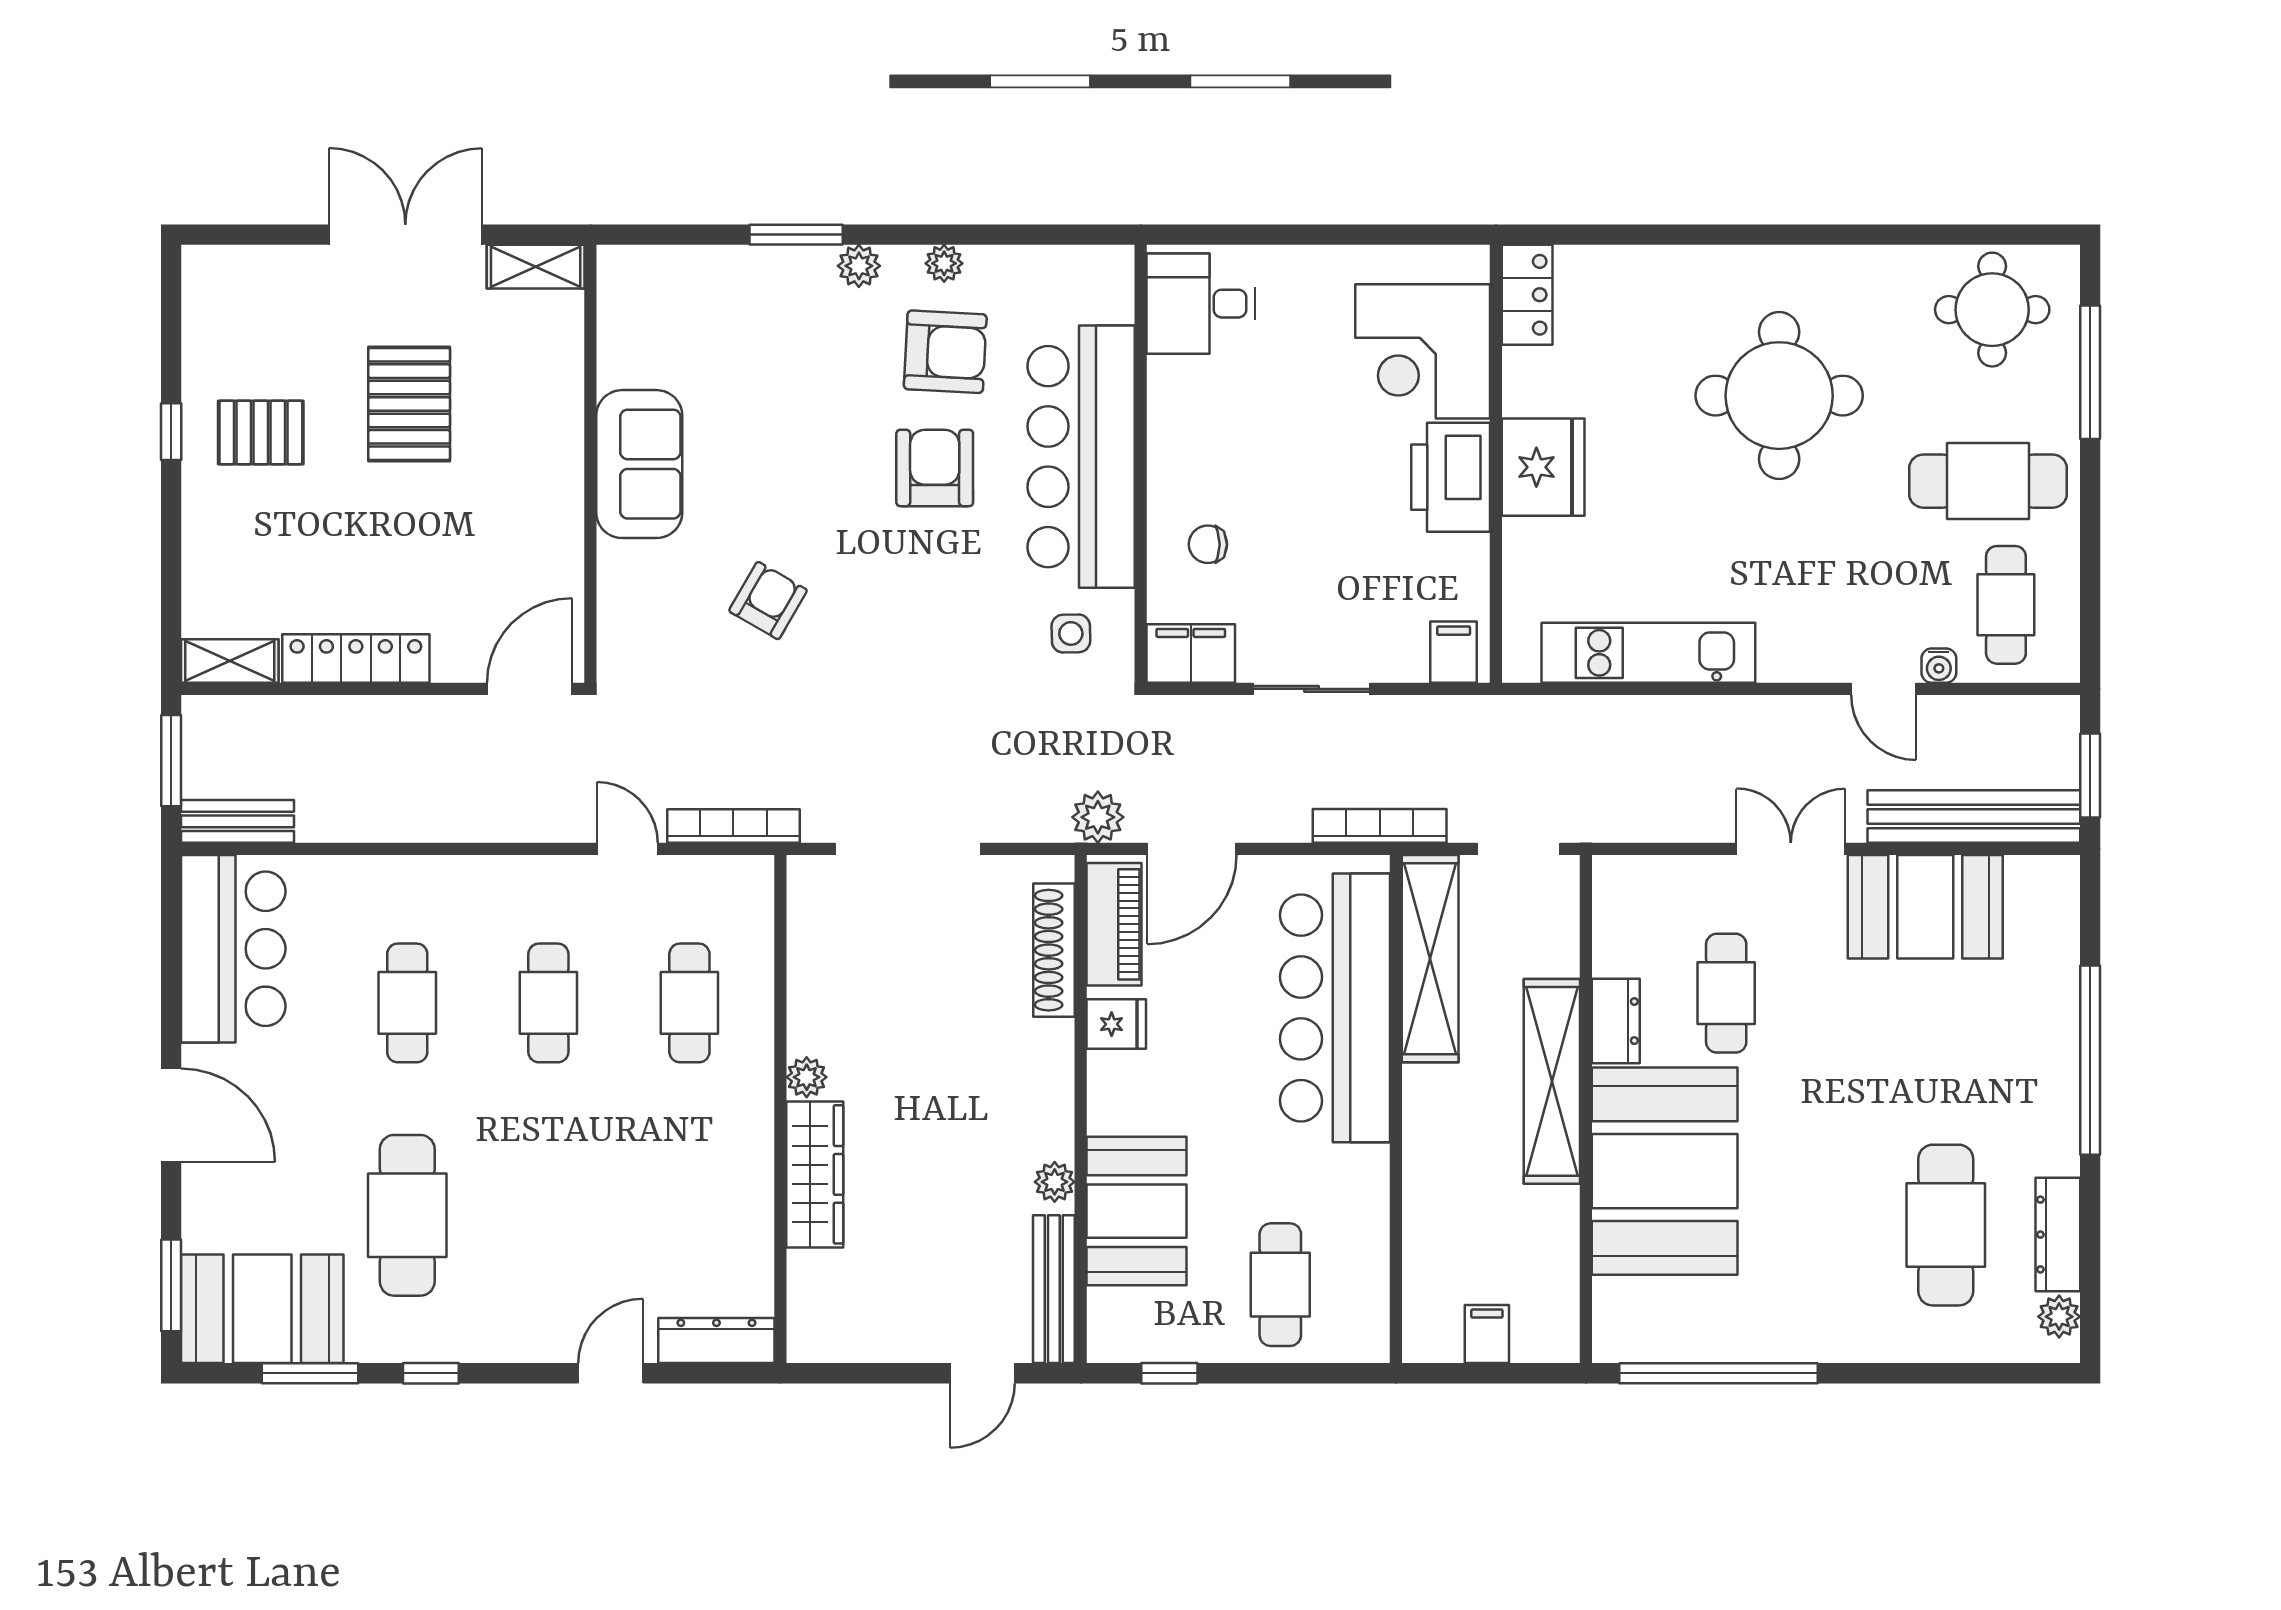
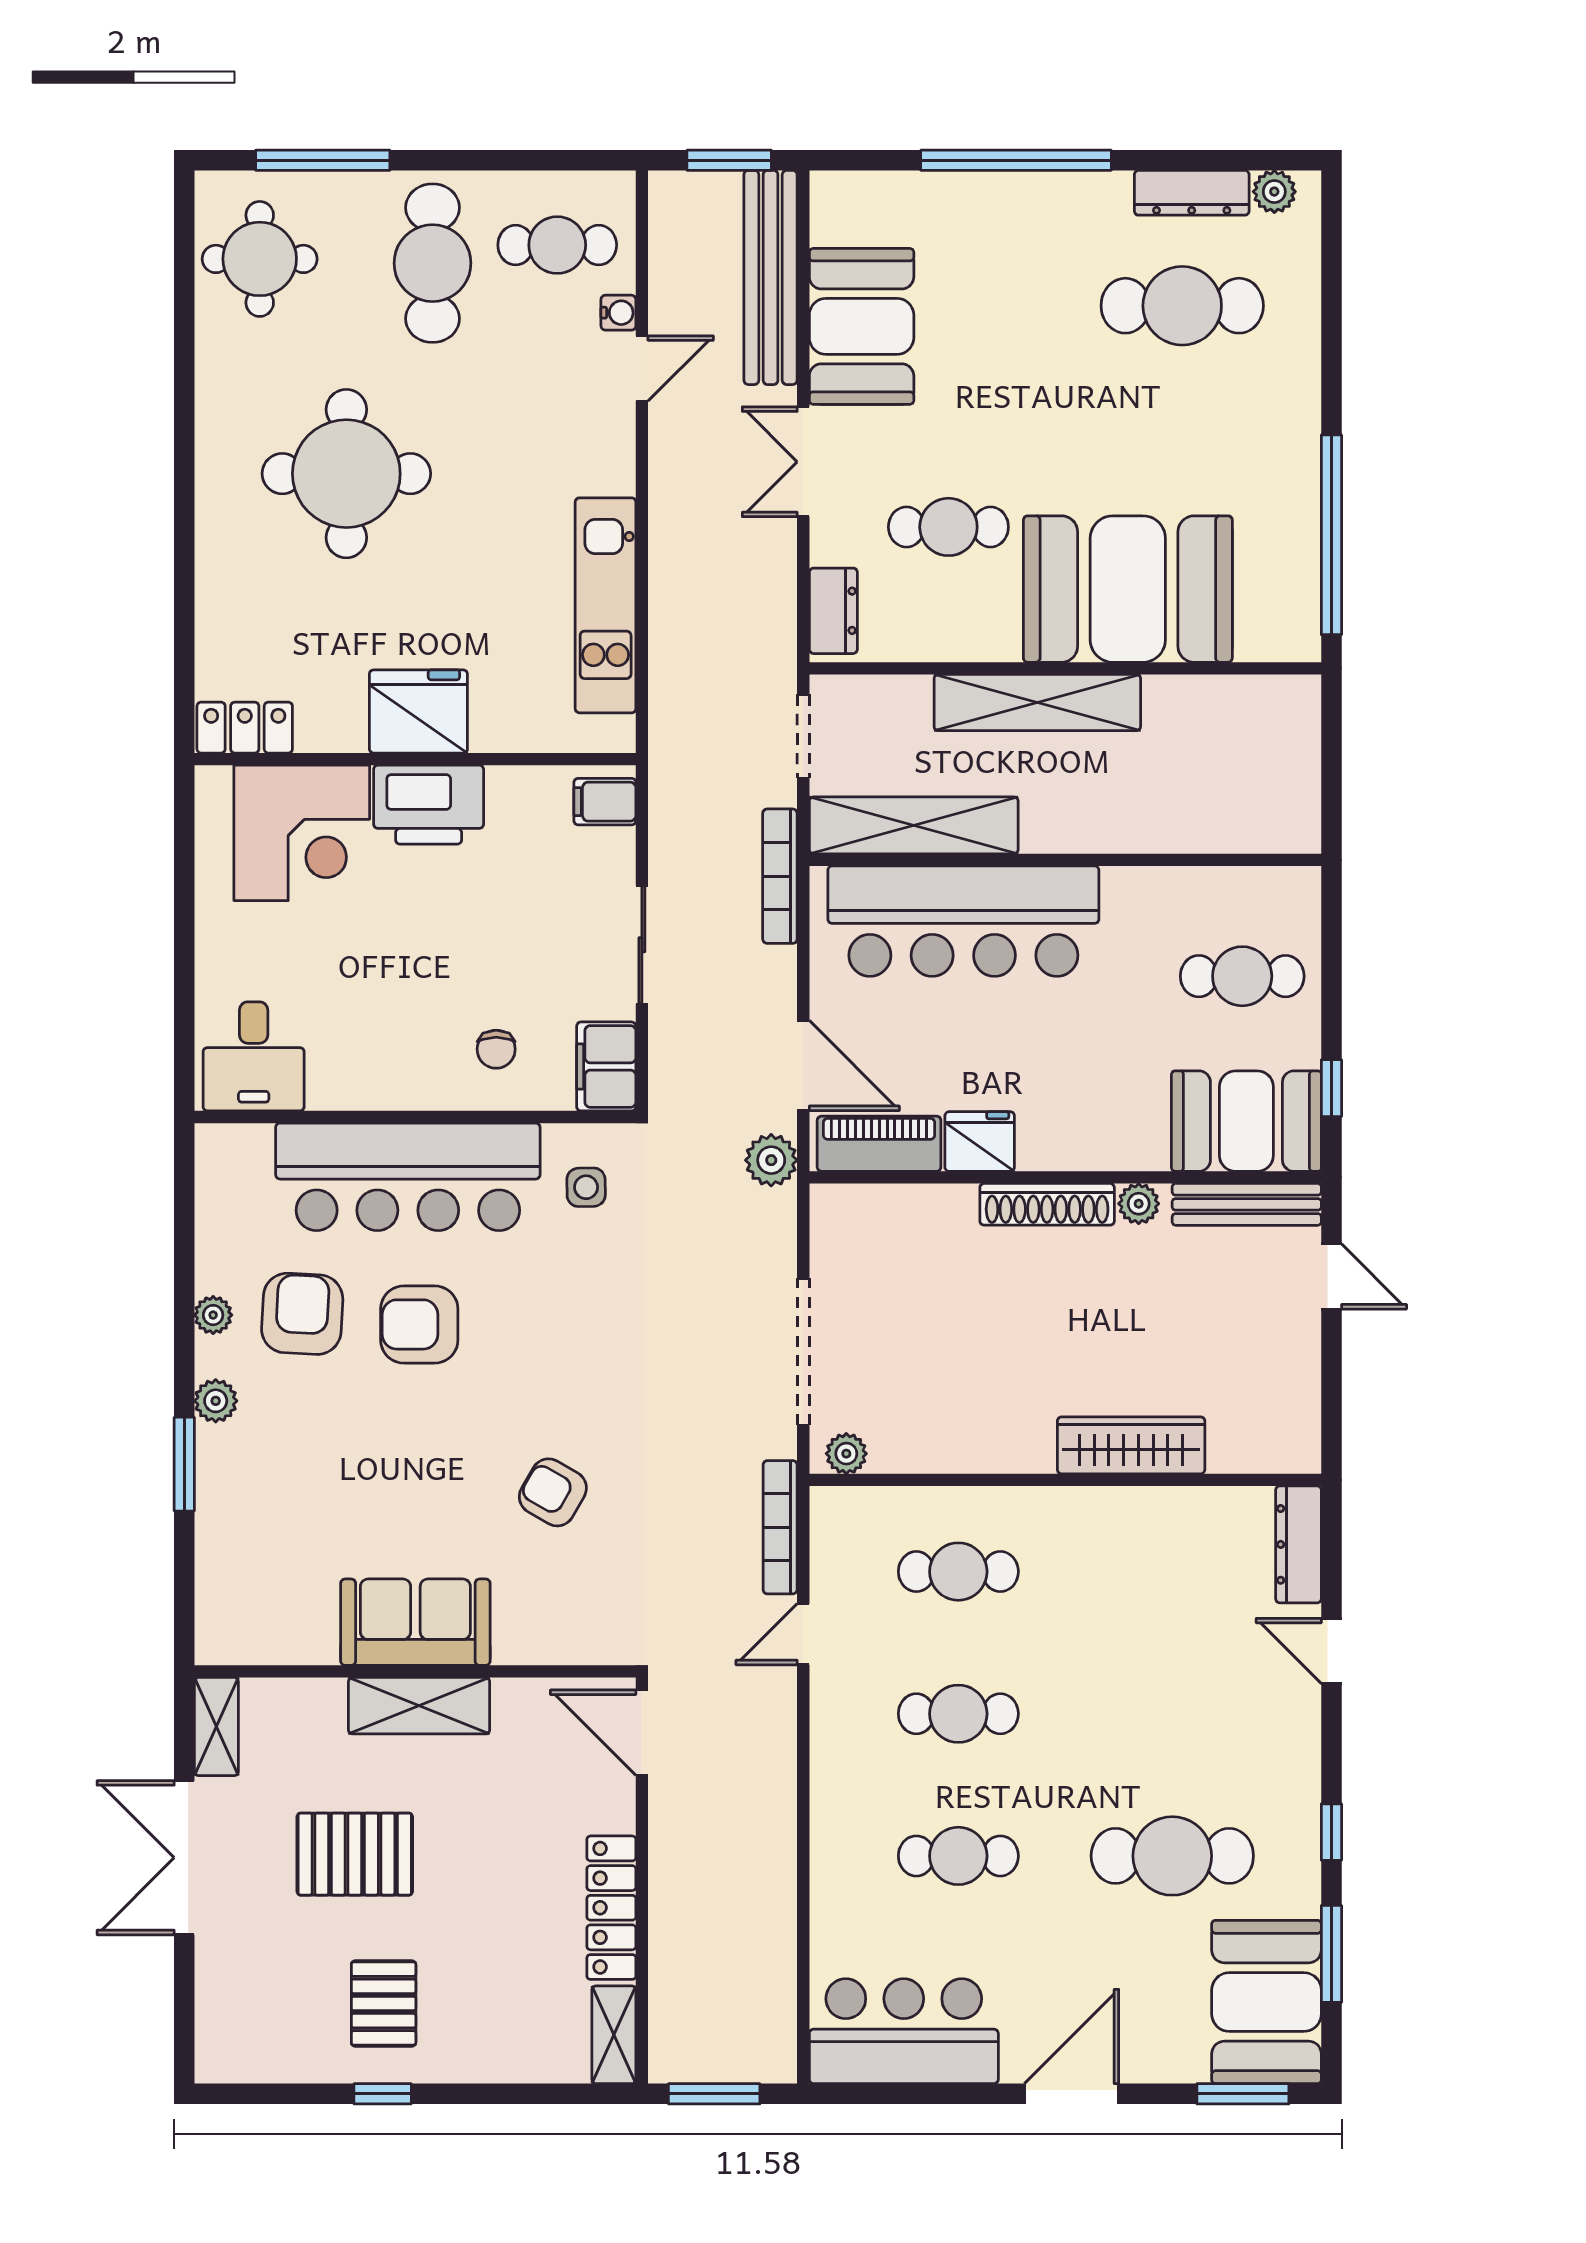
shelving: (556, 468) -> (419, 1706), added
bench: (238, 821) -> (775, 2027), removed
shoe rack: (1054, 950) -> (1047, 1204), moved
dresser: (1616, 1021) -> (833, 611), moved, turned 90
fridge: (1116, 1024) -> (980, 1142), width x1.38
plant: (807, 1077) -> (846, 1454), moved
booth: (1137, 1211) -> (1246, 1121), moved
filing cabinet: (1487, 1334) -> (1292, 768), removed

